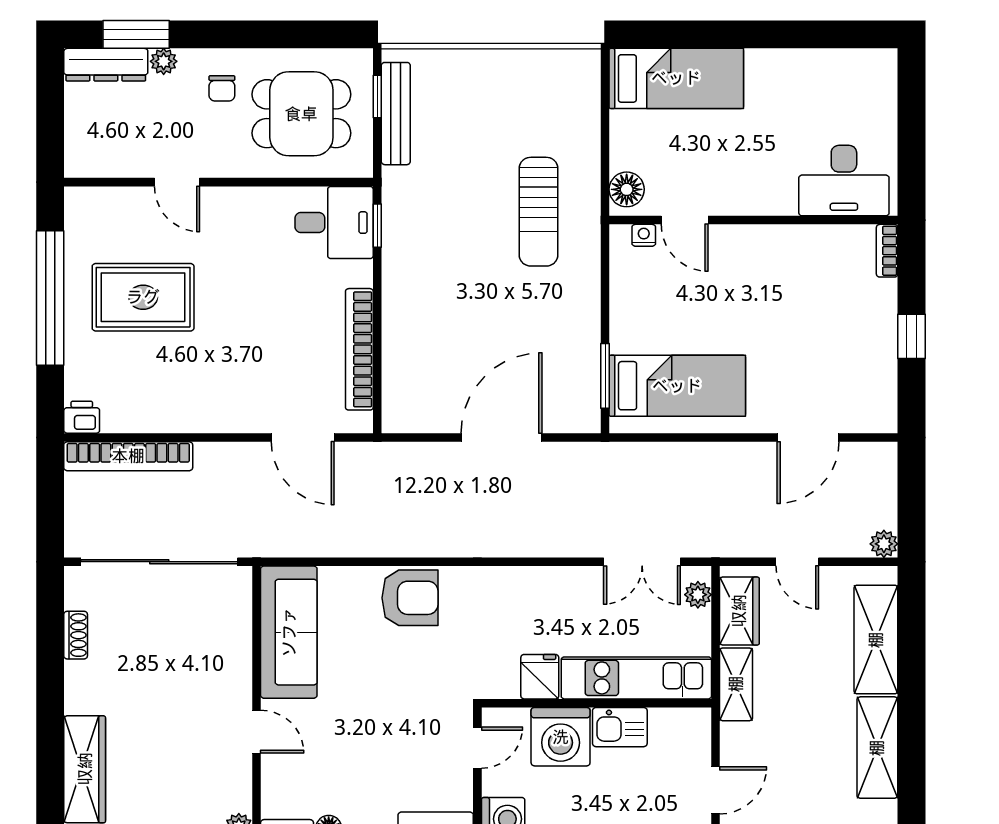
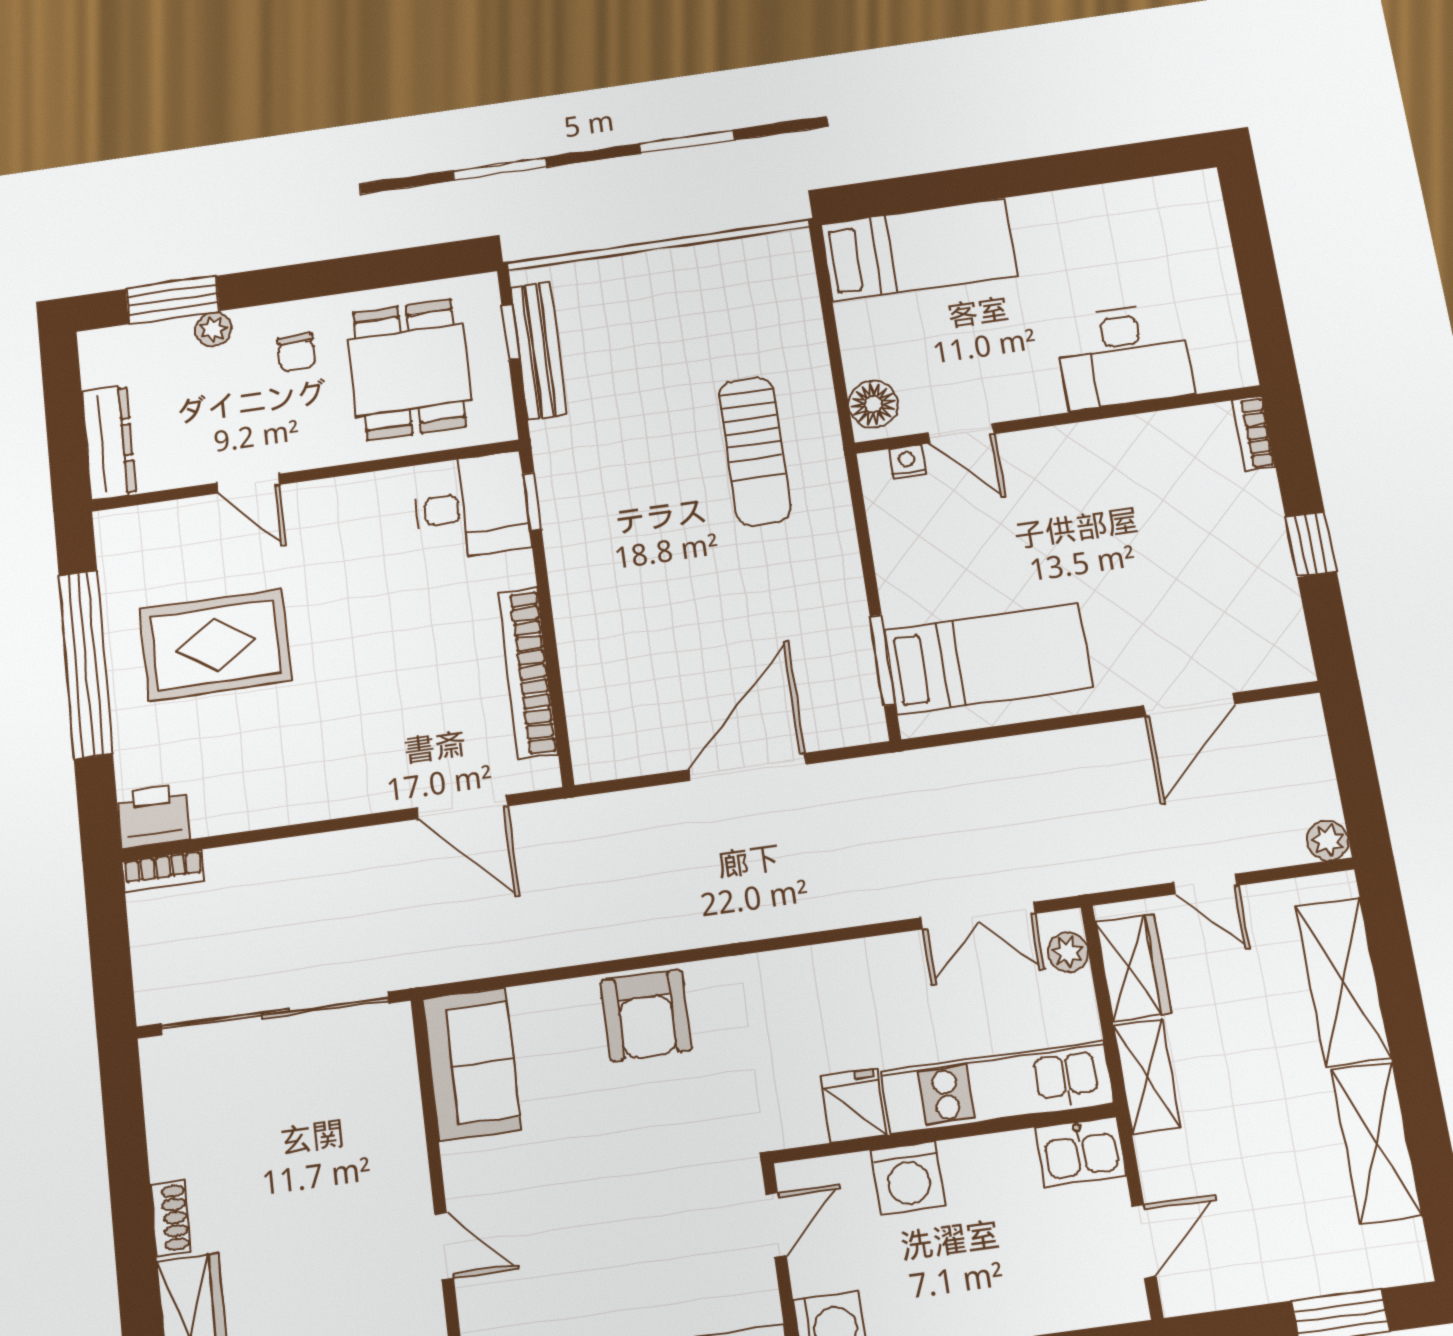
dresser: (106, 65) -> (109, 442), moved, turned -90
dining table: (301, 114) -> (409, 370), turned 90
desk: (844, 181) -> (1124, 356), moved
printer: (82, 417) -> (153, 816), width x1.36, depth x1.24
bookcase: (128, 456) -> (163, 871), width x0.43, depth x0.76
armchair: (410, 598) -> (646, 1015), turned 90
sofa: (289, 632) -> (472, 1064), width x0.73
shoe rack: (76, 635) -> (170, 1218), moved
kitchen sink: (620, 727) -> (1081, 1151), moved
washing machine: (561, 737) -> (908, 1178), width x0.73, depth x0.73

